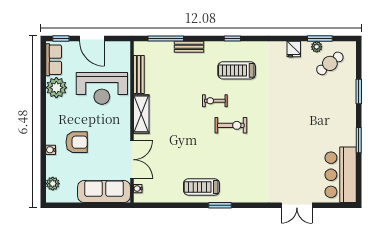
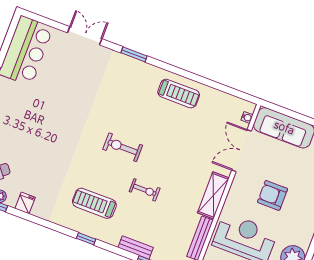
treadmill: (237, 70) -> (94, 203), turned 180
exercise bike: (215, 101) -> (145, 190), moved
armchair: (77, 142) -> (272, 195), moved
window: (220, 205) -> (134, 54), moved

